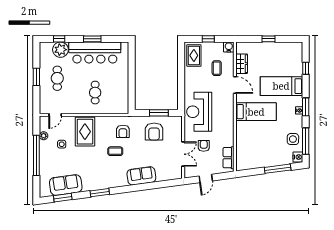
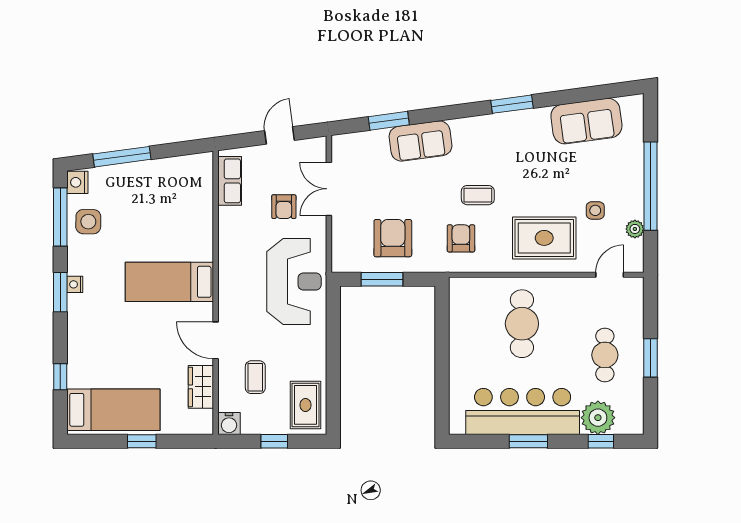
bed: (281, 86) -> (113, 410), moved
cafe table: (95, 93) -> (522, 324), width x1.37, depth x1.35
rug: (85, 132) -> (544, 238), turned 90
window: (63, 198) -> (389, 121), moved

